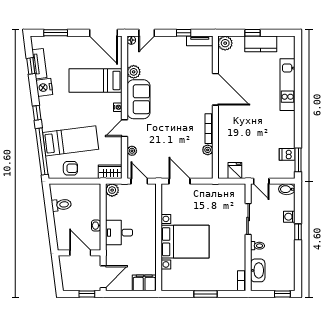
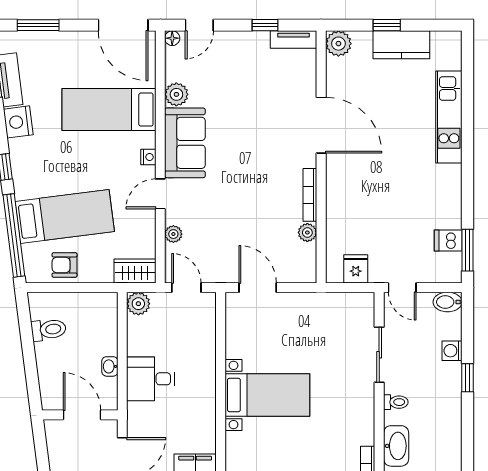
armchair: (70, 168) -> (65, 265), turned 180
bed with nightstands: (185, 242) -> (267, 395), width x0.73

